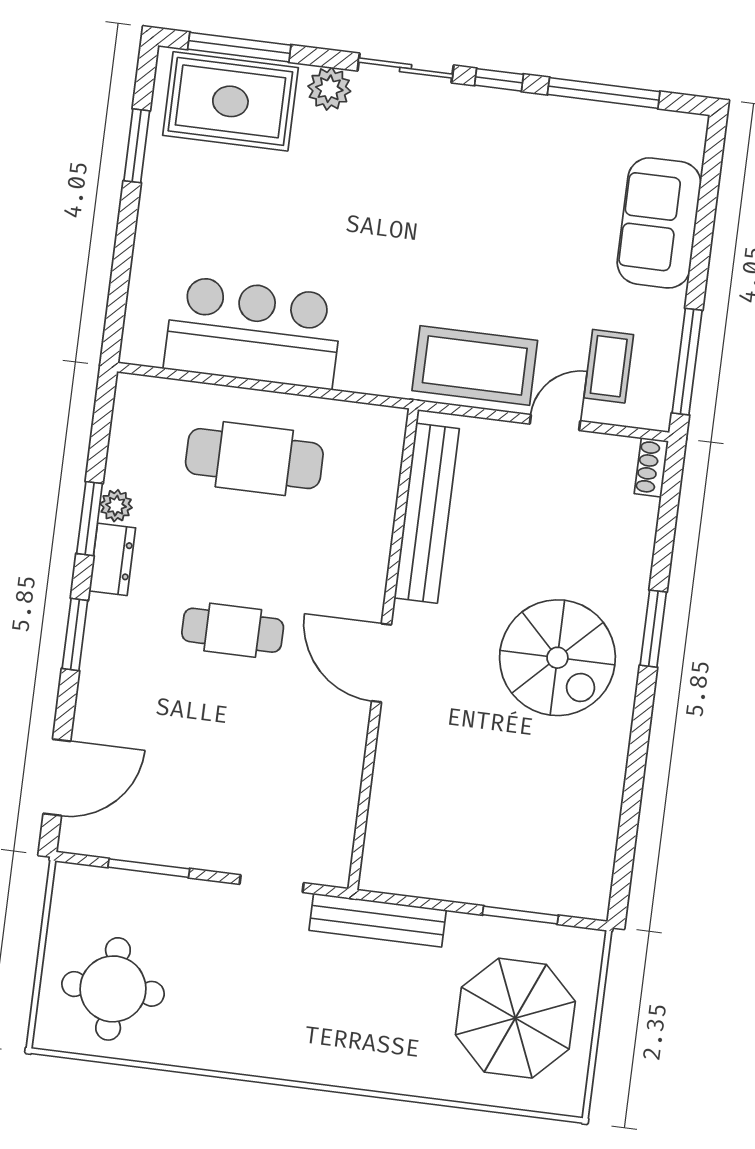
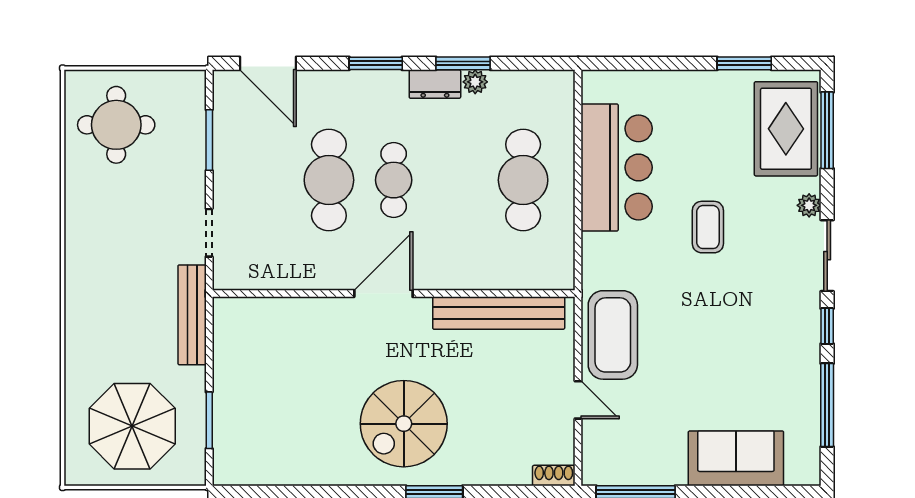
plant: (329, 89) -> (809, 205), width x0.73, depth x0.73
coffee table: (609, 366) -> (708, 227), moved, turned 90
cafe table: (222, 716) -> (329, 180), added

